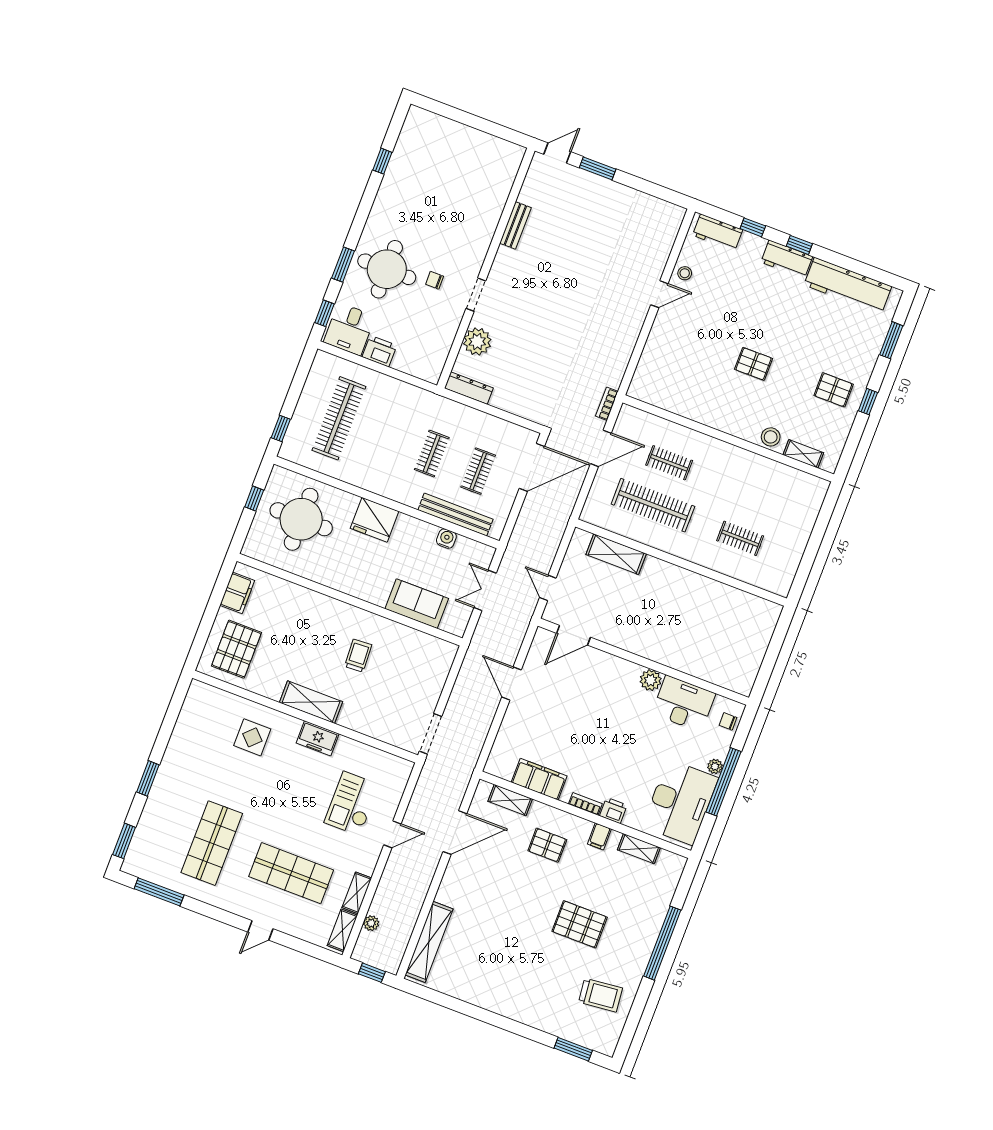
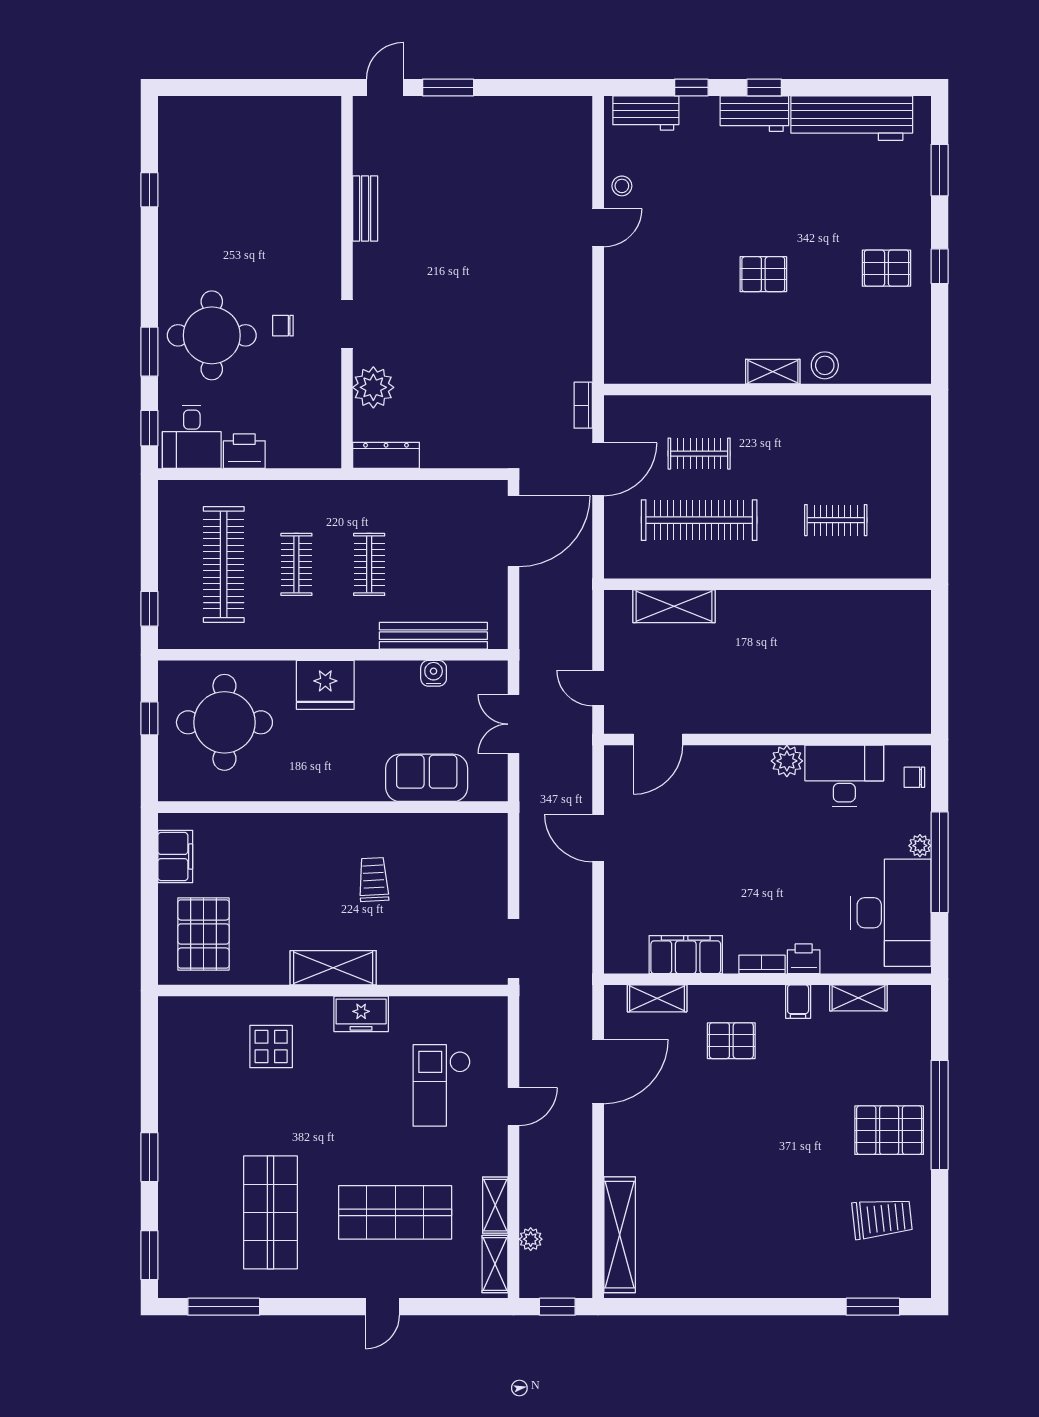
shelving: (803, 454) -> (773, 372), moved
clothes rail: (478, 471) -> (296, 564), moved
pallet: (580, 924) -> (889, 1130), moved

